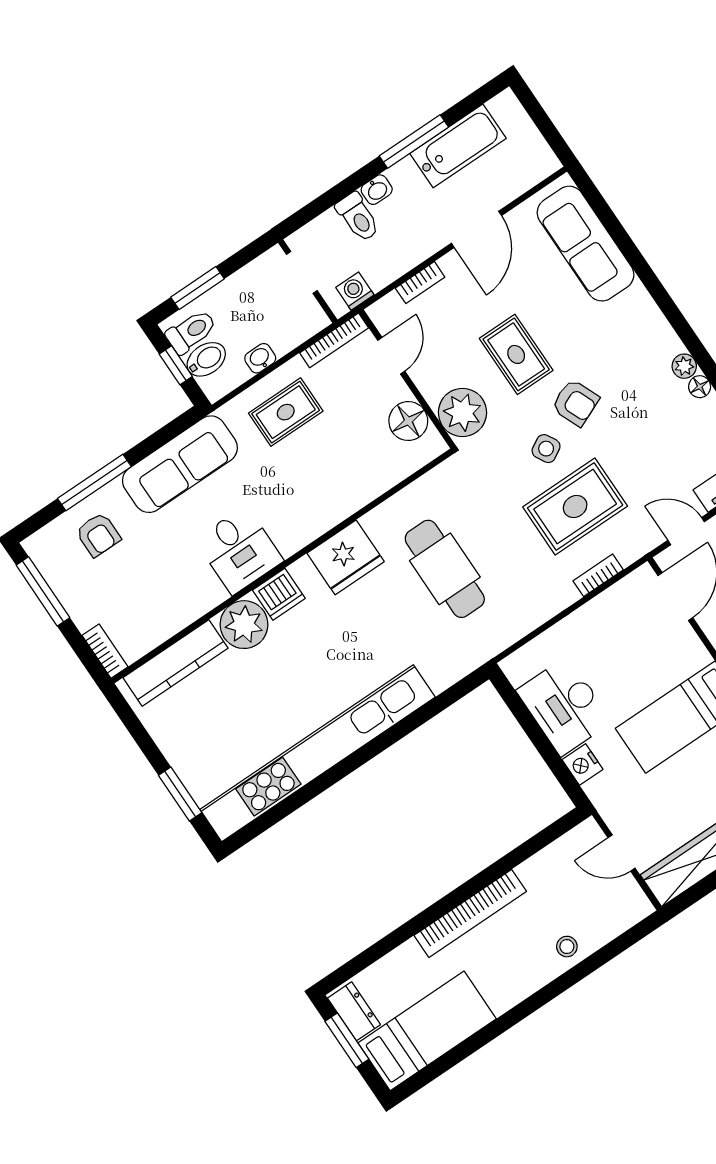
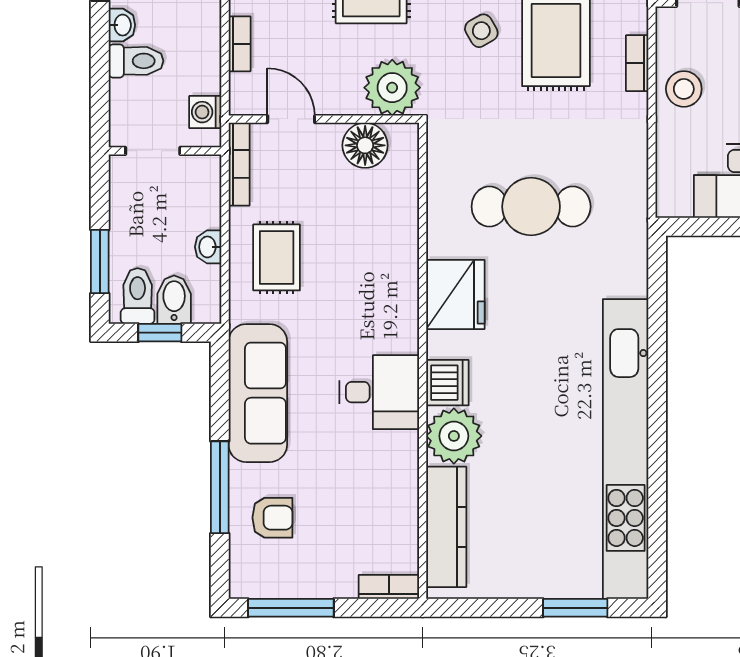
stool: (602, 621) -> (684, 89), added

